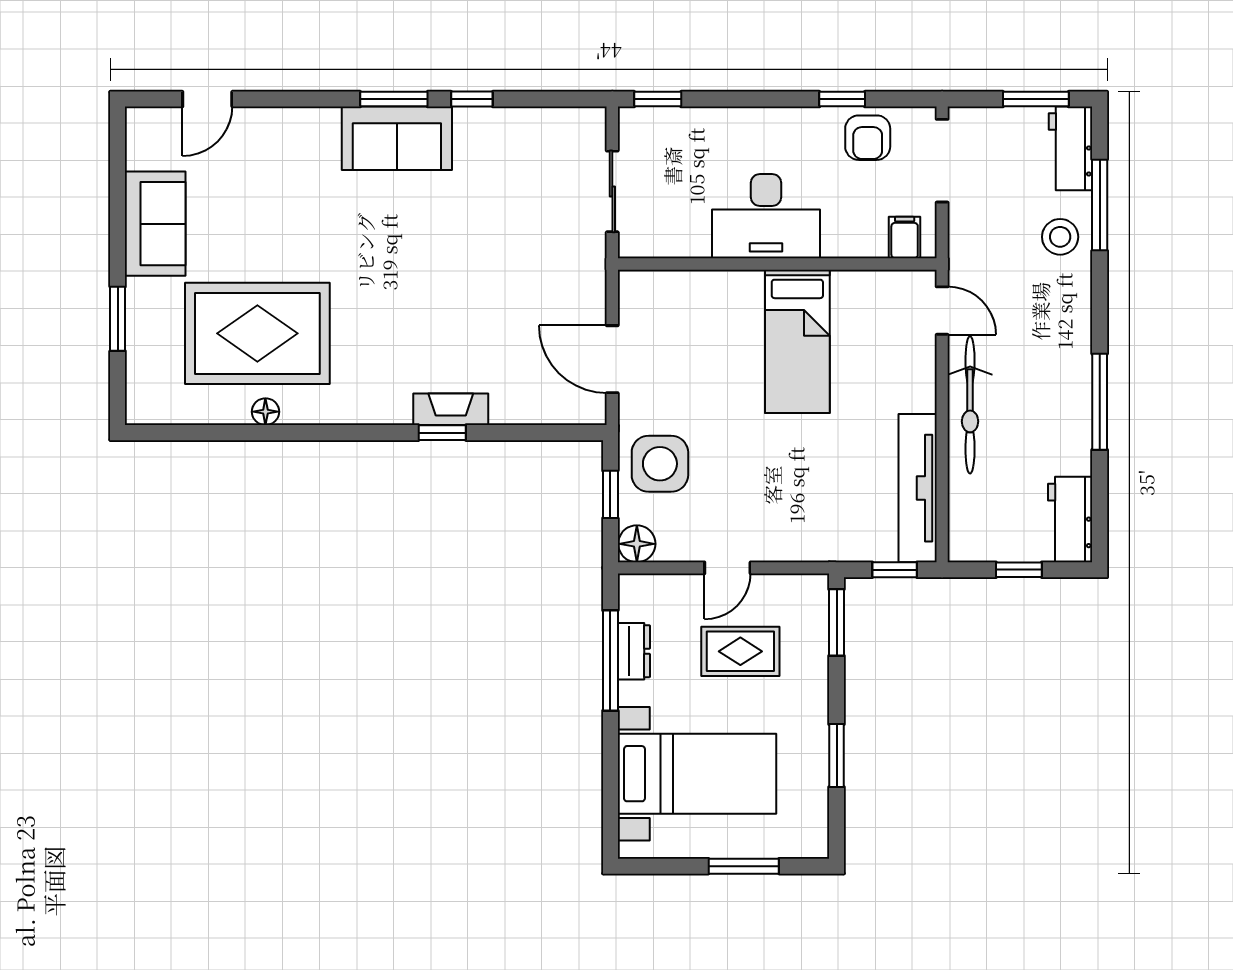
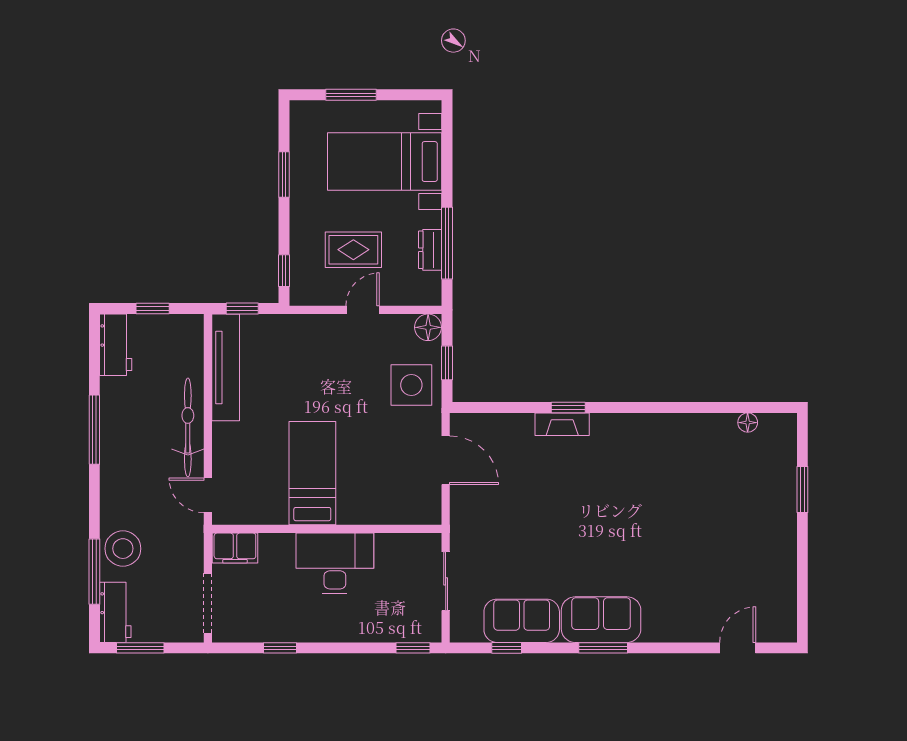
window: (472, 99) -> (507, 648), moved
armchair: (868, 138) -> (262, 620), removed
sofa: (155, 224) -> (522, 621), moved, turned 90
stool: (1060, 237) -> (123, 549), width x1.38, depth x1.38
filing cabinet: (905, 238) -> (235, 548), width x2.00
rug: (257, 333) -> (702, 479), removed
floor lamp: (265, 412) -> (748, 423), moved
window: (837, 622) -> (284, 271), width x0.67

